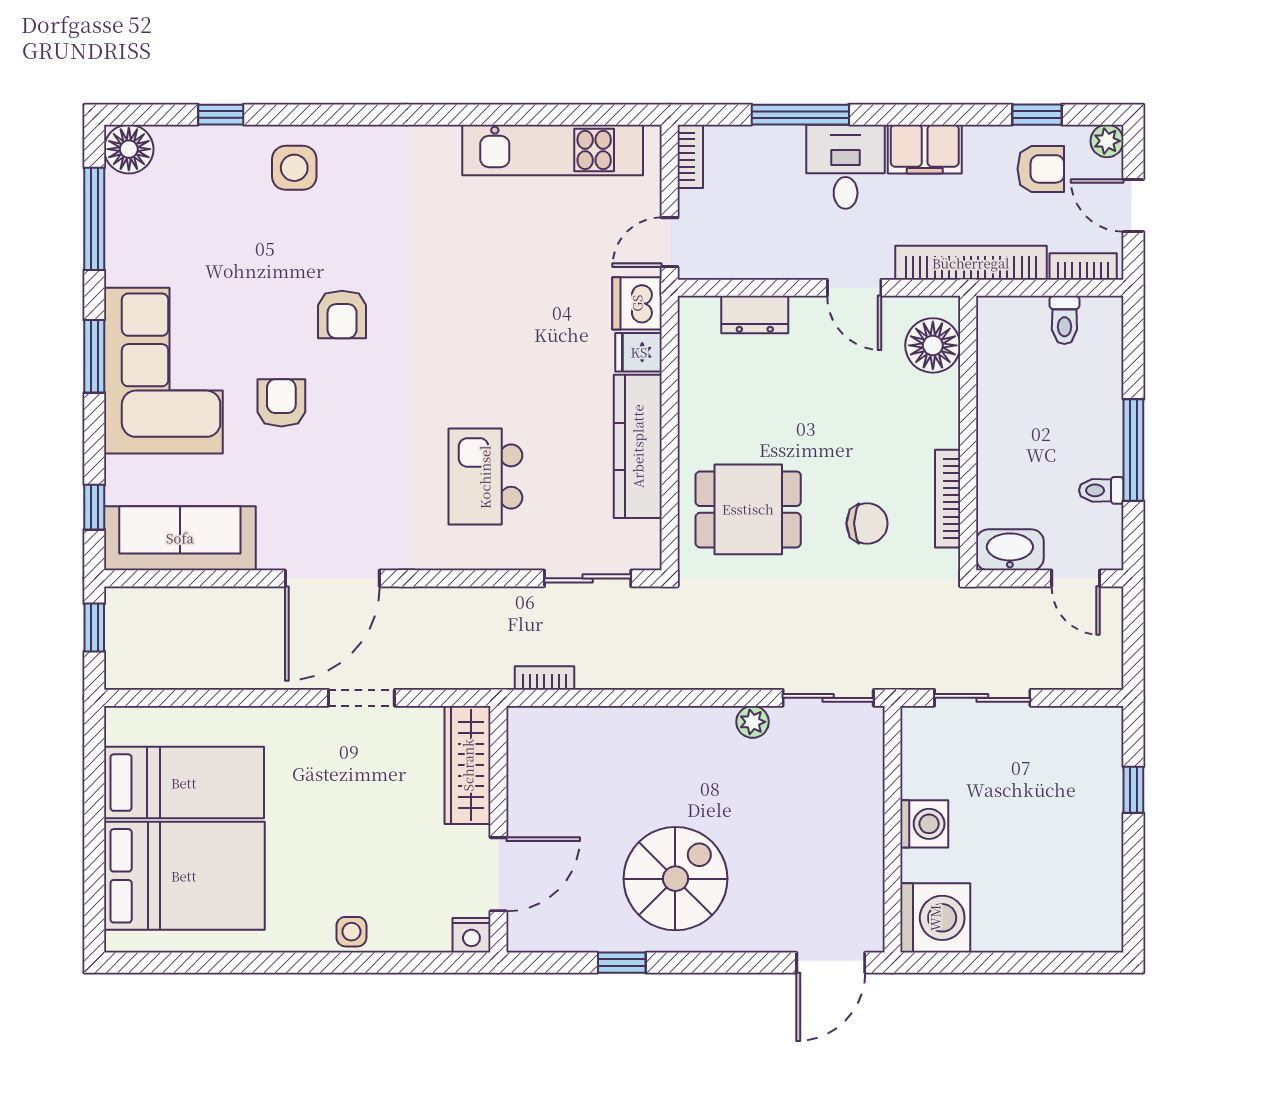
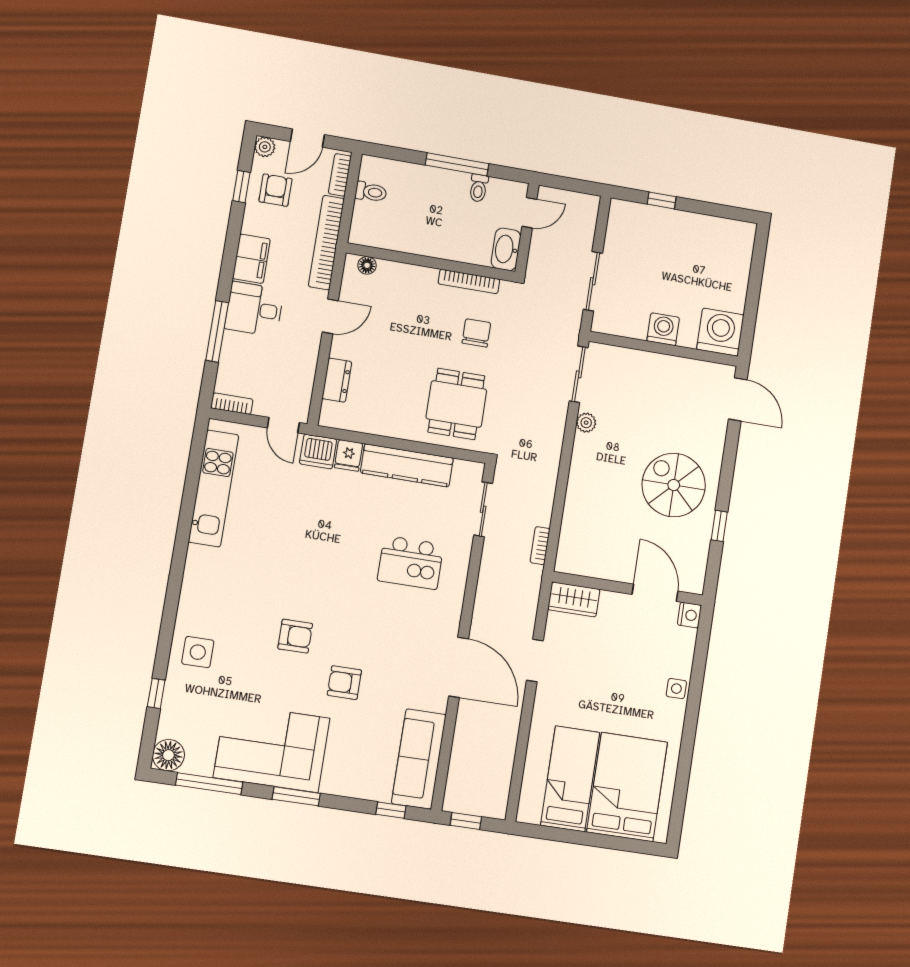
floor lamp: (933, 345) -> (367, 265), width x0.53, depth x0.53
corner sofa: (163, 371) -> (272, 748), moved
wardrobe: (468, 765) -> (574, 599), width x0.67

